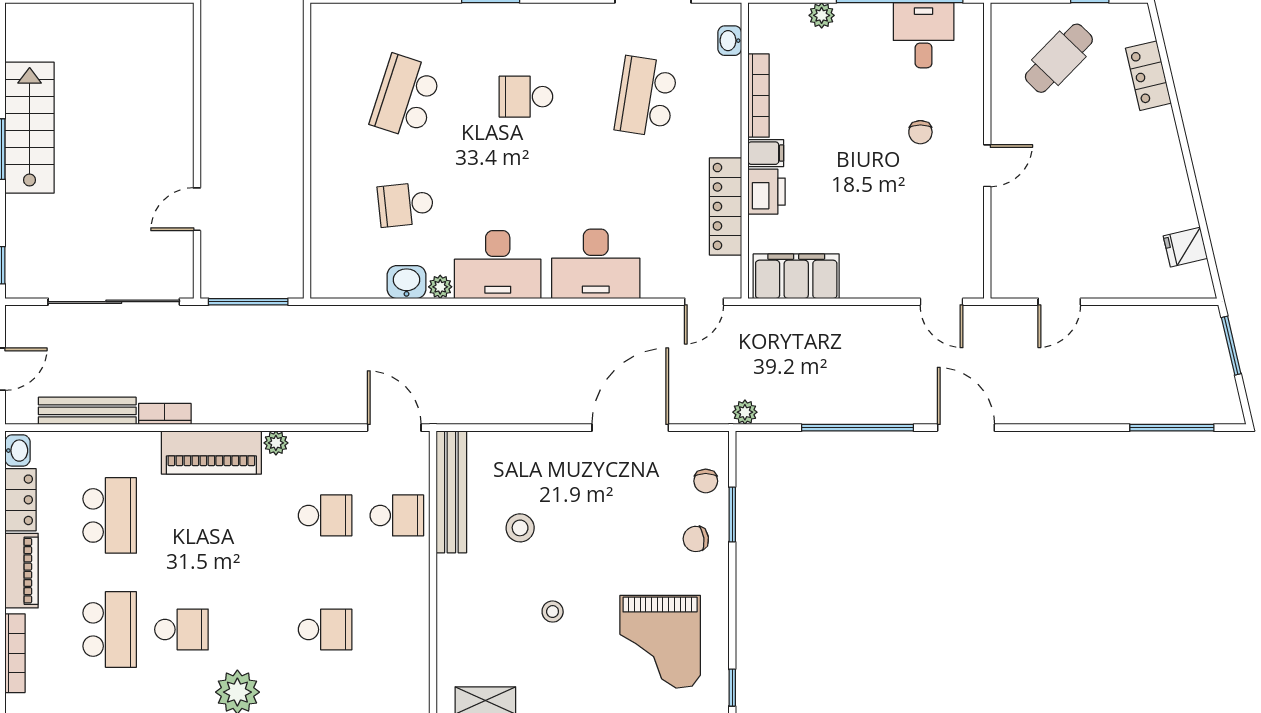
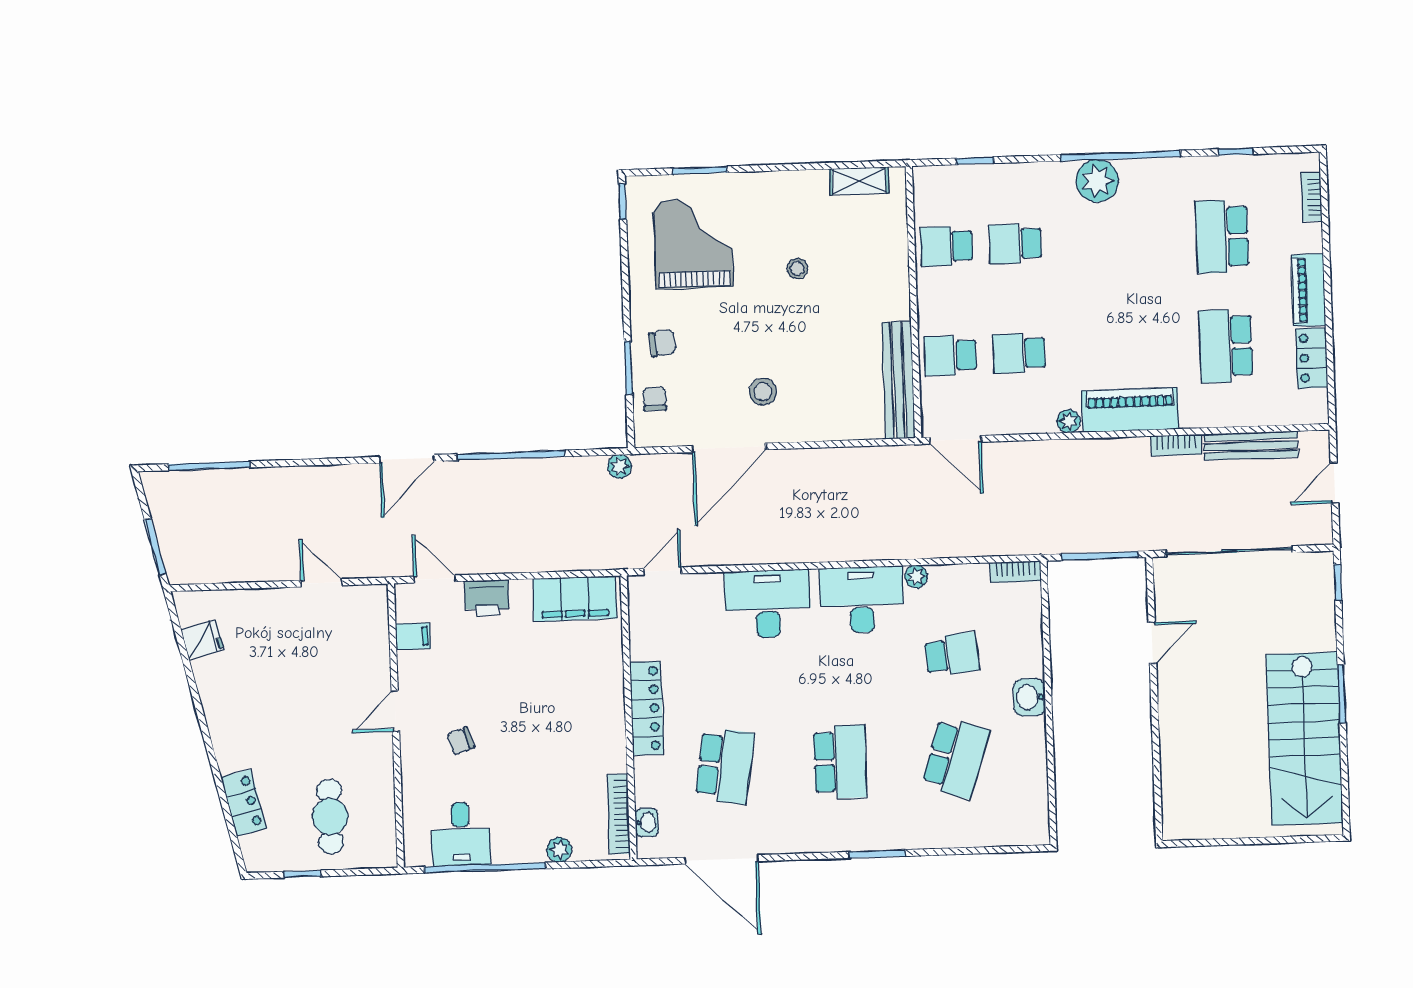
cafe table: (1059, 58) -> (330, 817), turned -44
bookcase: (759, 96) -> (619, 814), moved
school desk: (526, 97) -> (840, 762), width x1.85
stairs: (30, 128) -> (1304, 739), width x1.36, depth x1.51
chair: (920, 132) -> (460, 741), turned -108
filing cabinet: (766, 153) -> (413, 636), moved, turned 180
printer: (767, 192) -> (487, 598), moved, turned -90
locker: (725, 206) -> (647, 708), moved
washbasin: (407, 282) -> (1029, 697), moved, turned 90
bookcase: (337, 288) -> (1015, 572), added
door: (1059, 302) -> (321, 583), hinge flipped
door: (966, 428) -> (407, 459), hinge flipped
washbasin: (18, 451) -> (1316, 405), removed
stool: (520, 528) -> (763, 392), moved
school desk: (181, 629) -> (946, 246), moved
bookcase: (15, 653) -> (1312, 197), width x0.64

